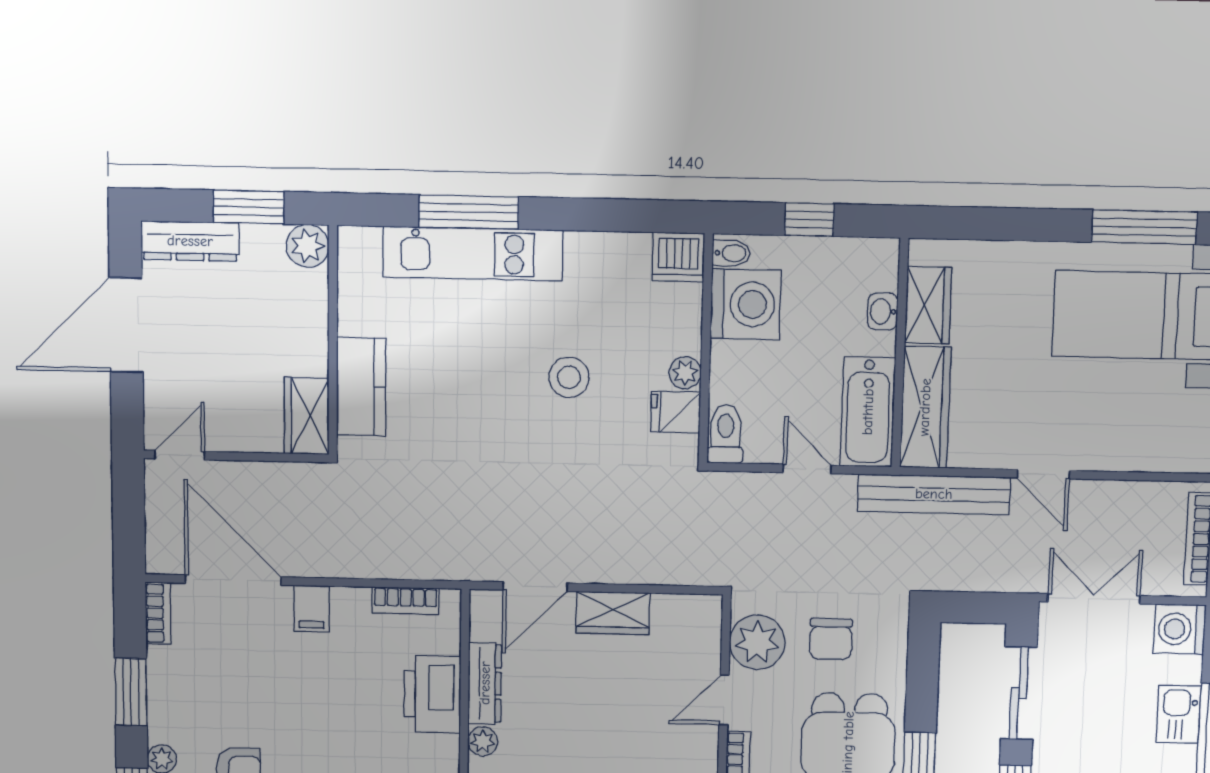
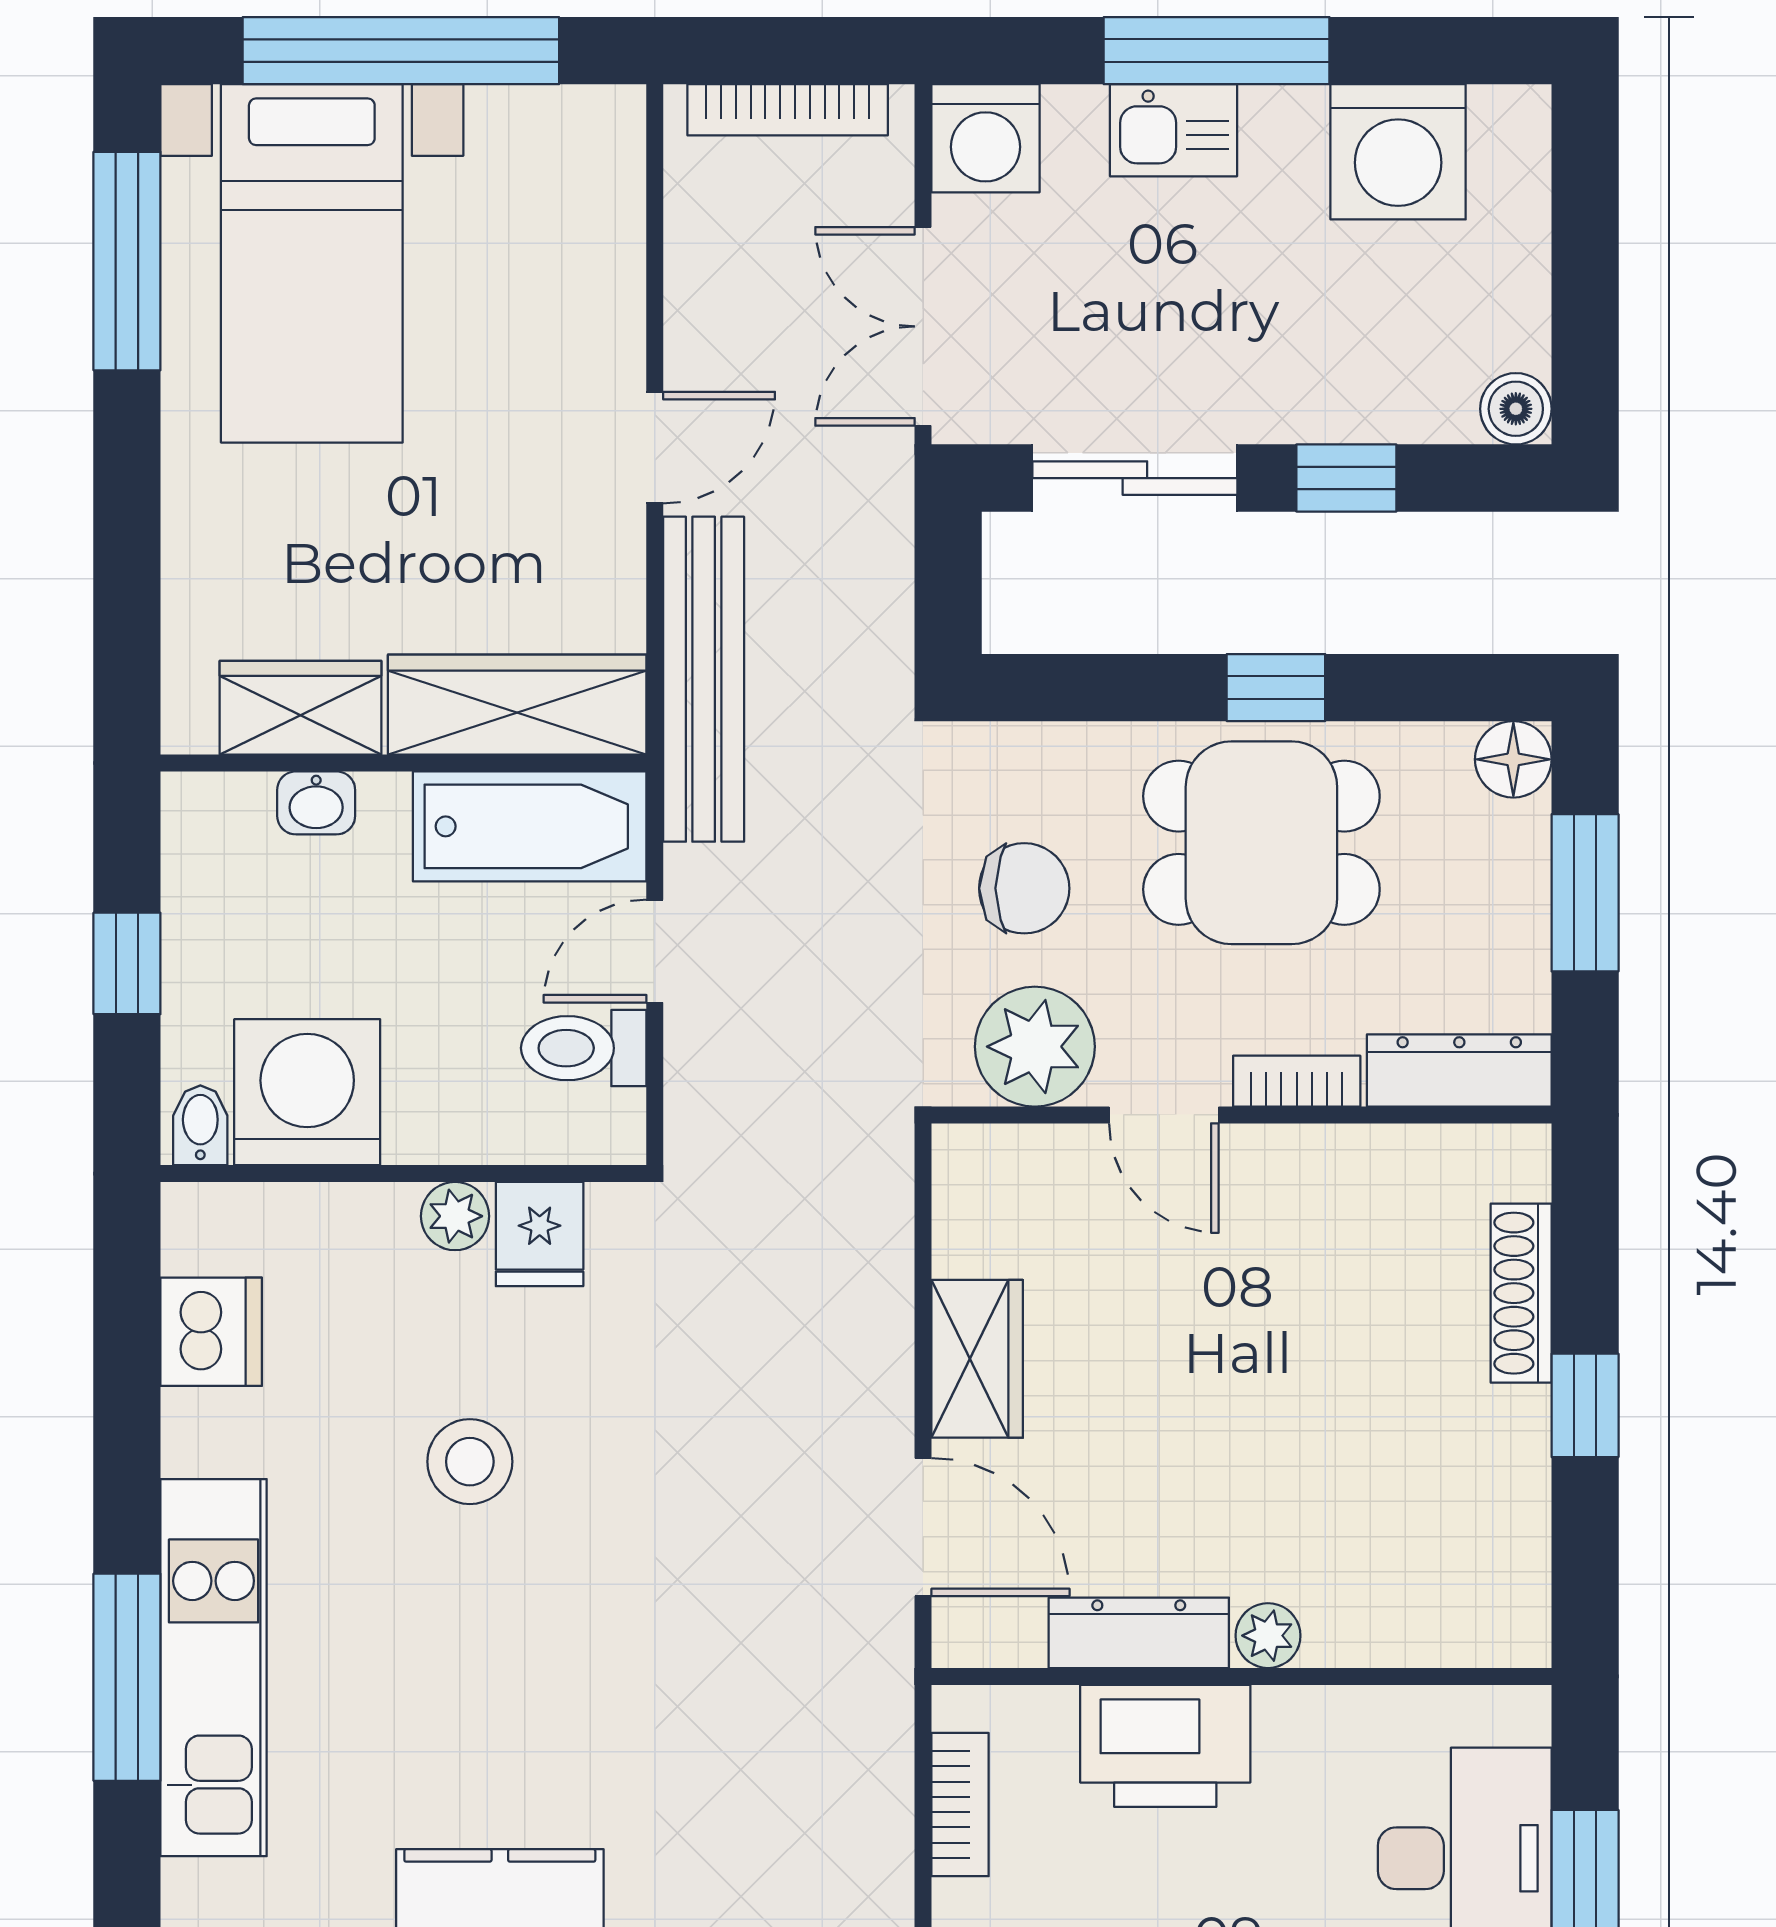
dishwasher: (678, 257) -> (211, 1332), moved
toilet: (726, 434) -> (584, 1048), moved

